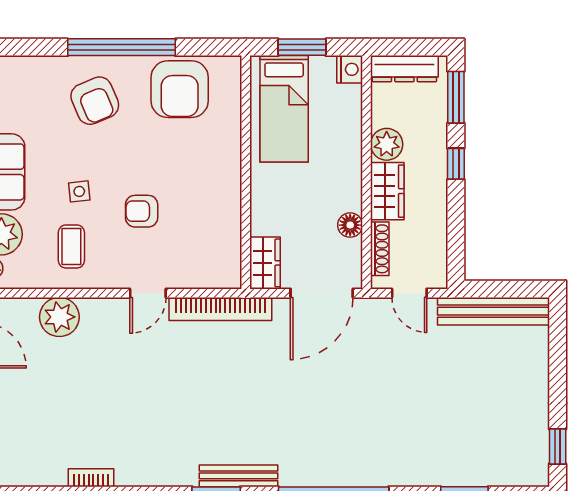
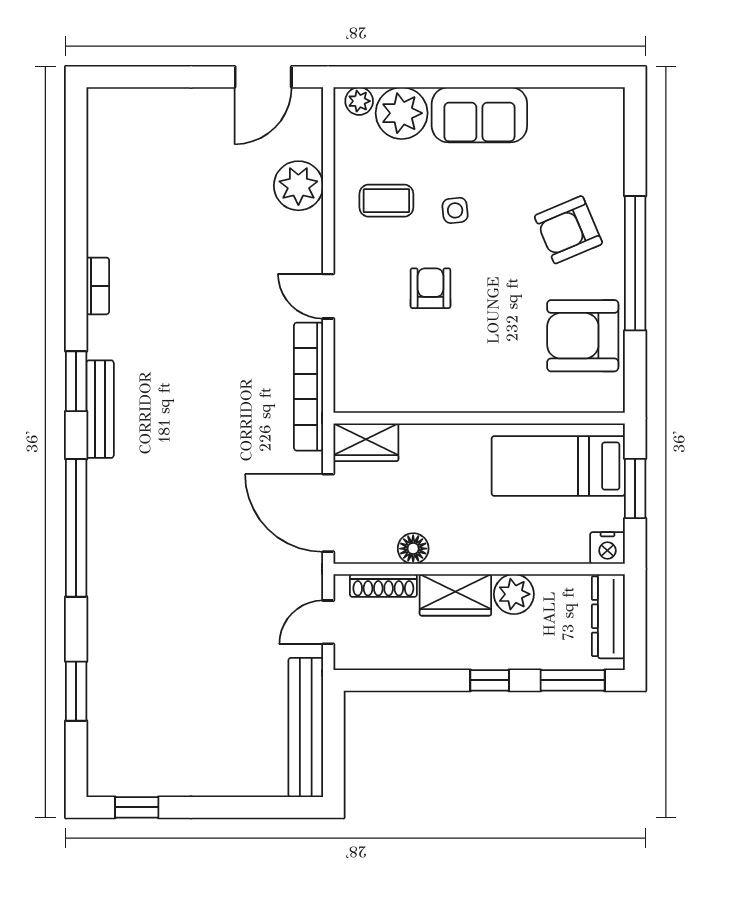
bookcase: (91, 478) -> (98, 286), moved

